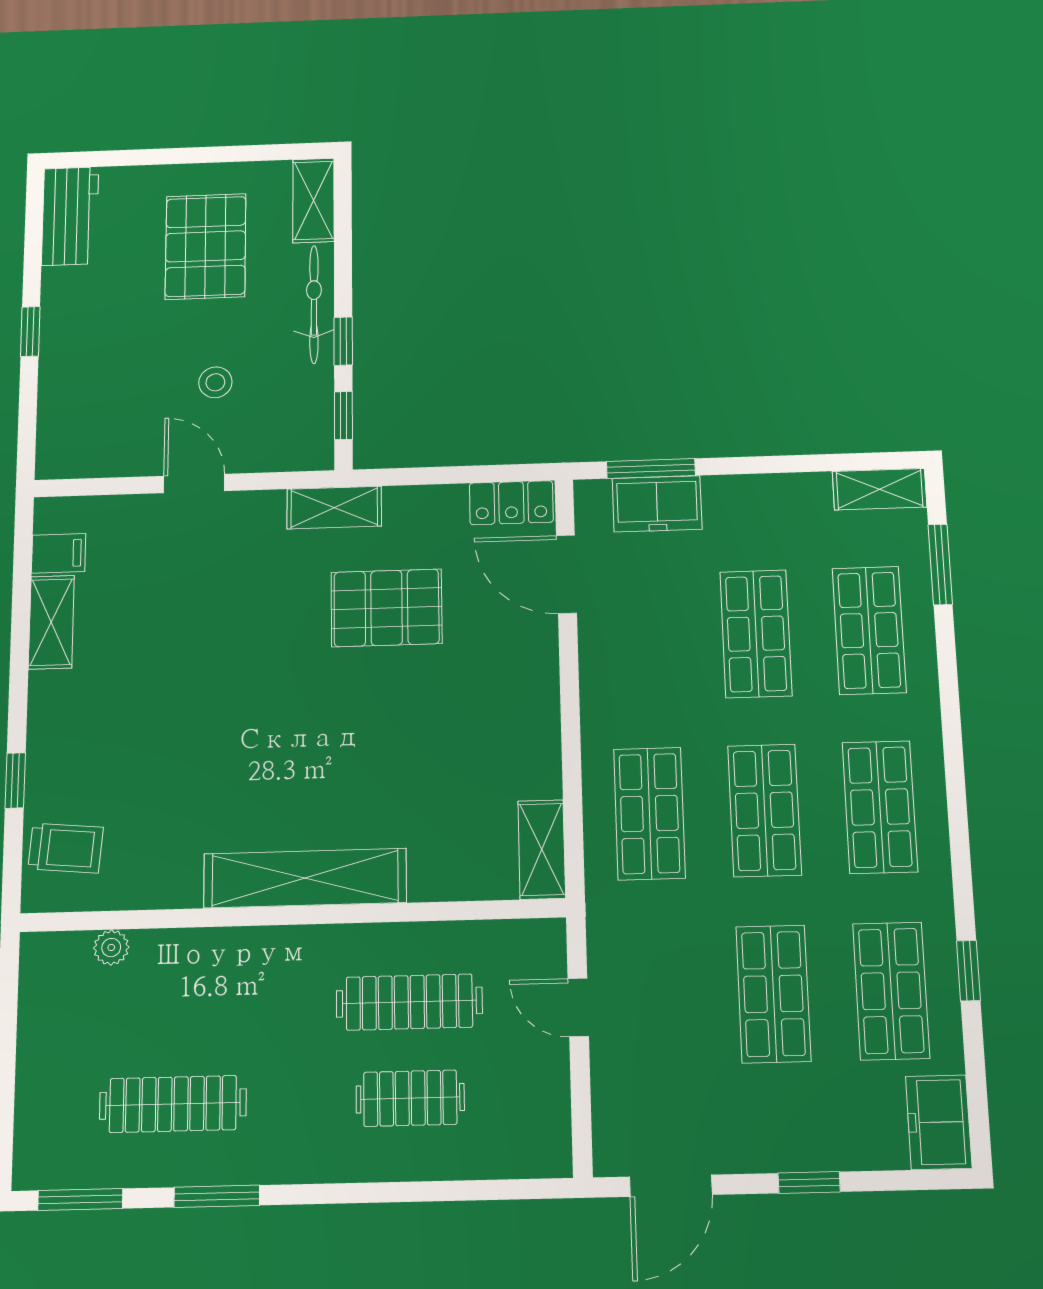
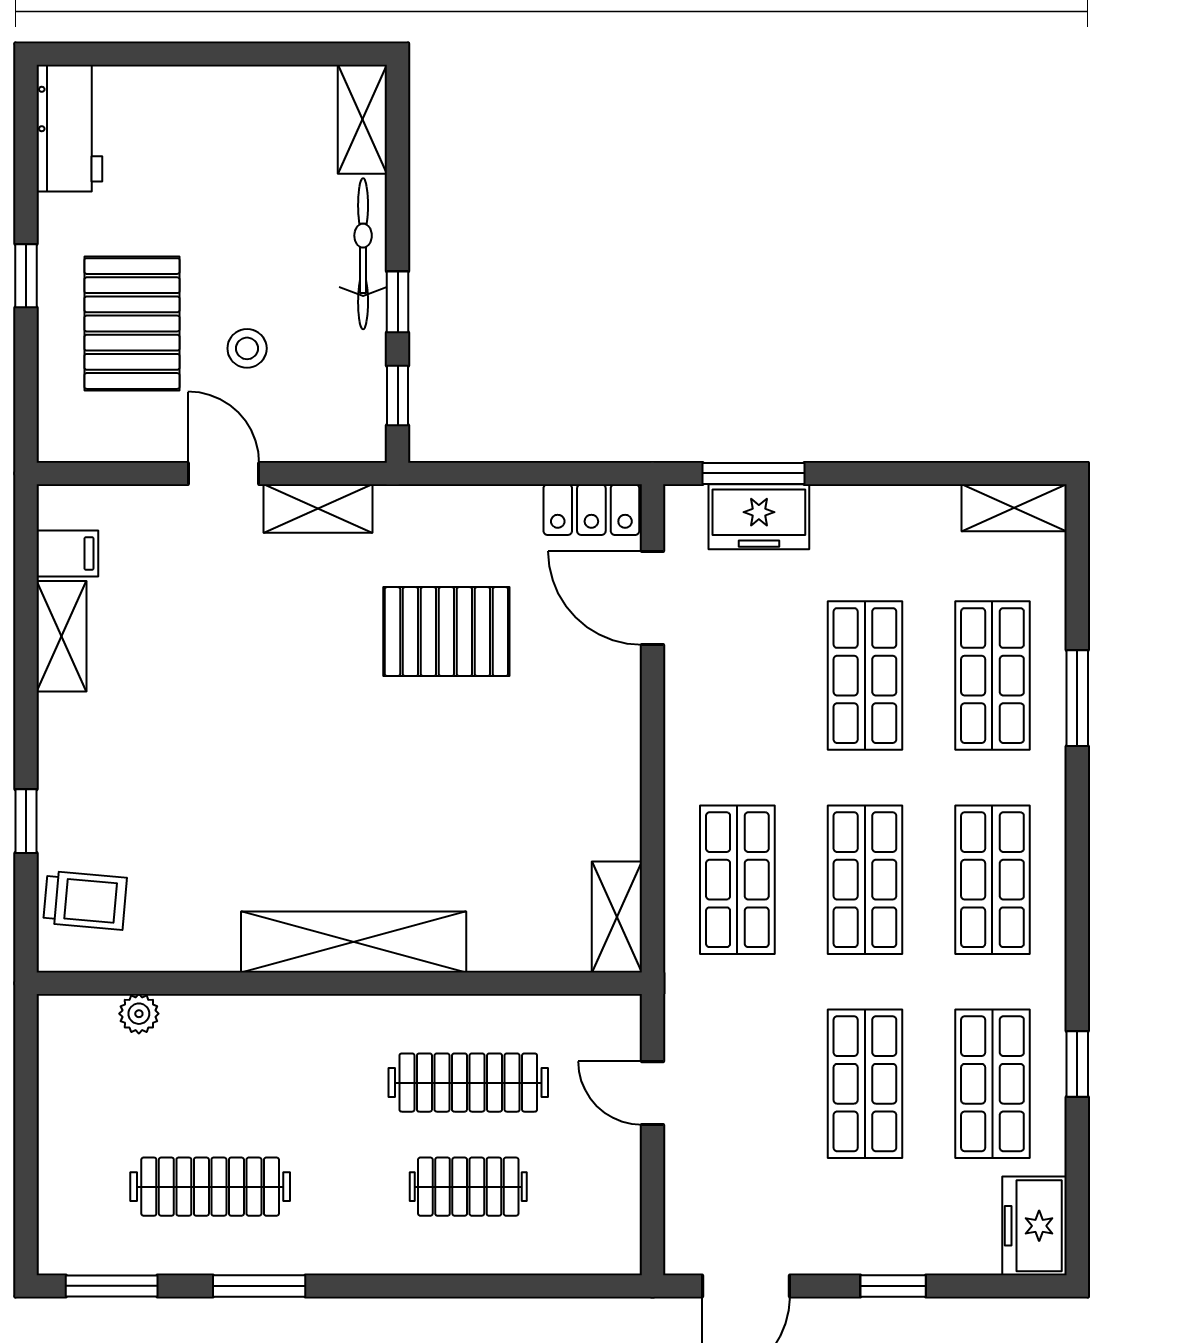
pallet: (206, 246) -> (132, 324), moved
shelving: (334, 508) -> (318, 509), moved
window: (940, 565) -> (1077, 698), moved

